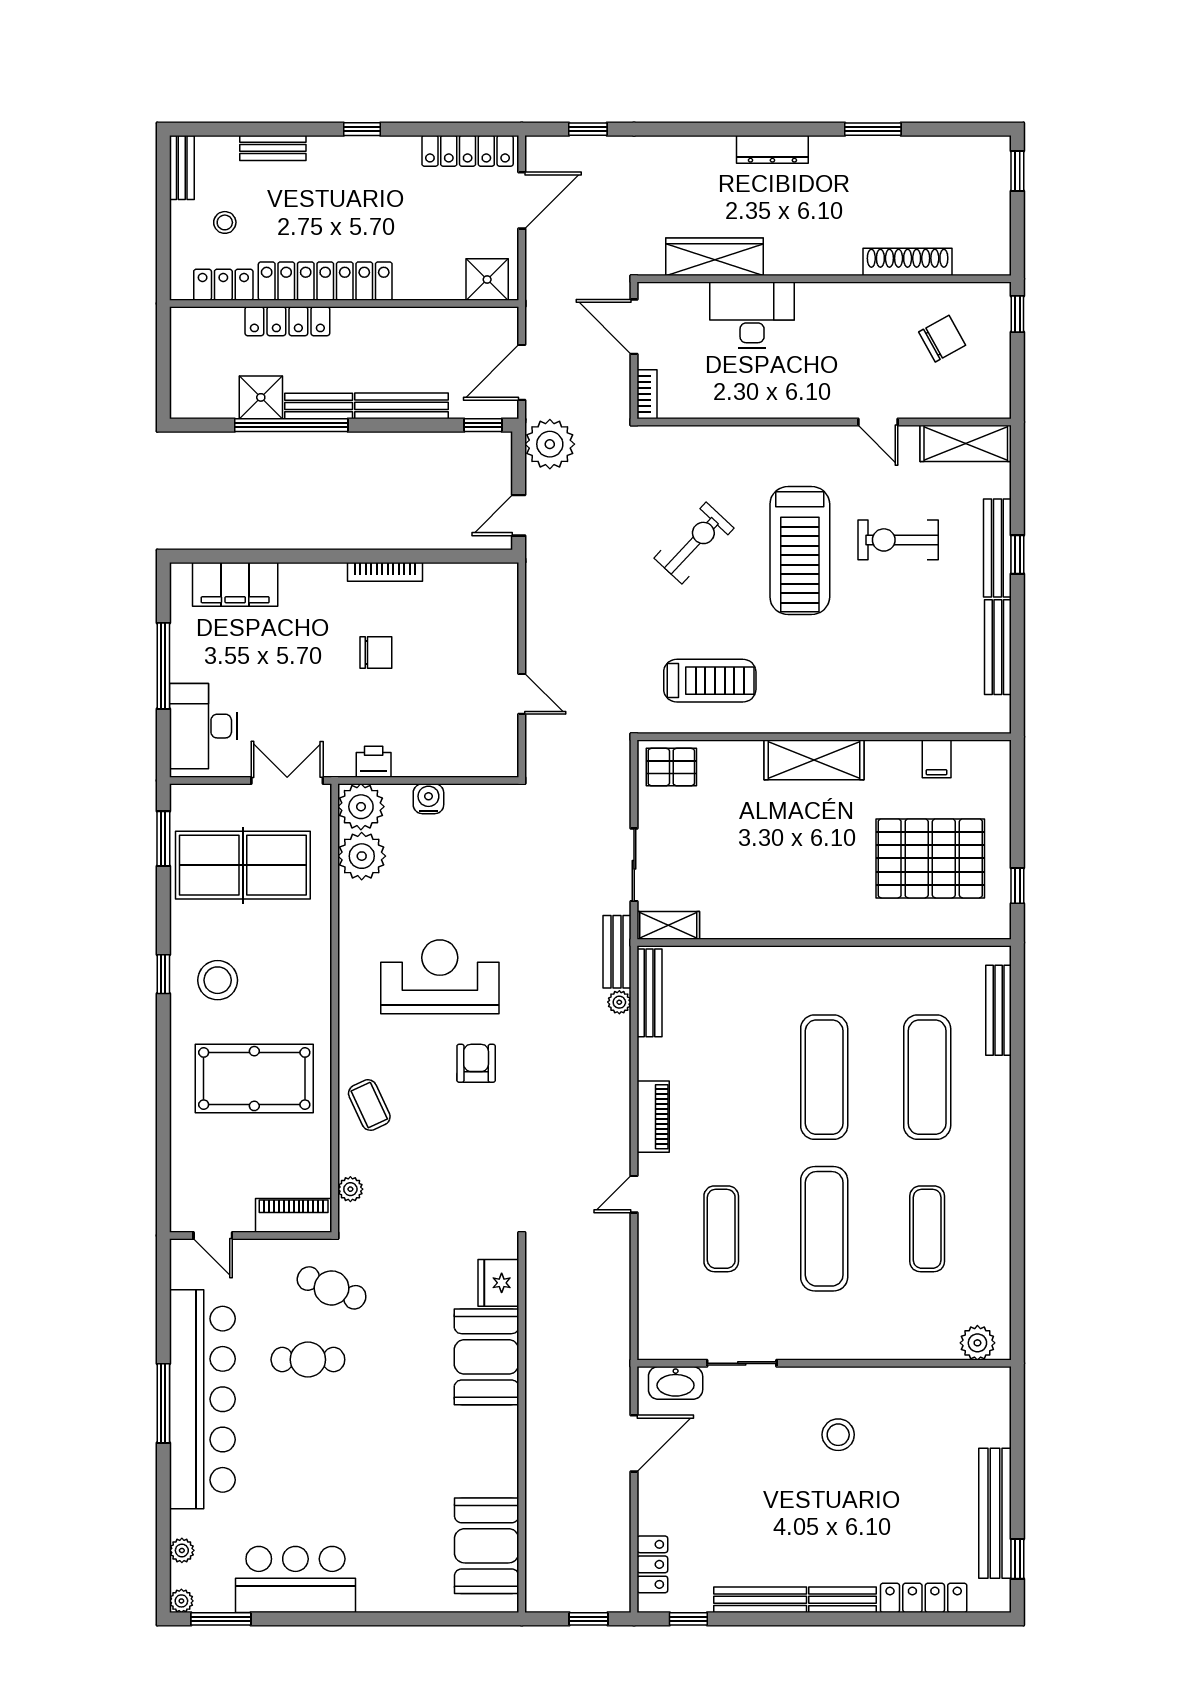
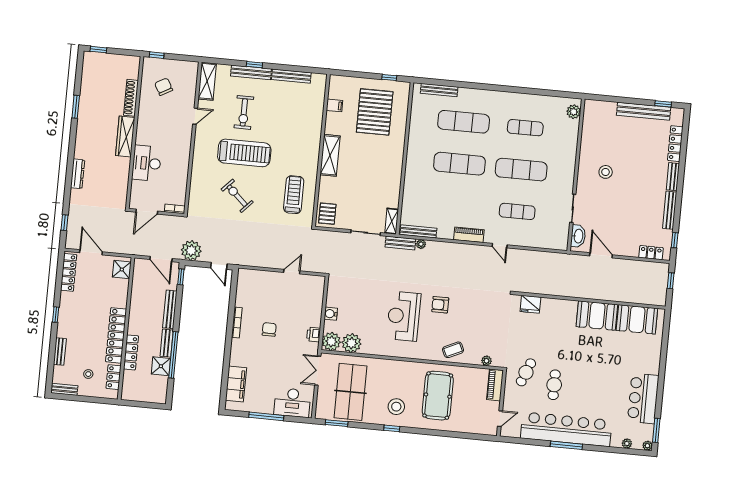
dresser: (772, 149) -> (78, 174), moved
wardrobe: (714, 257) -> (125, 136), moved
booth: (487, 1357) -> (597, 316), moved

